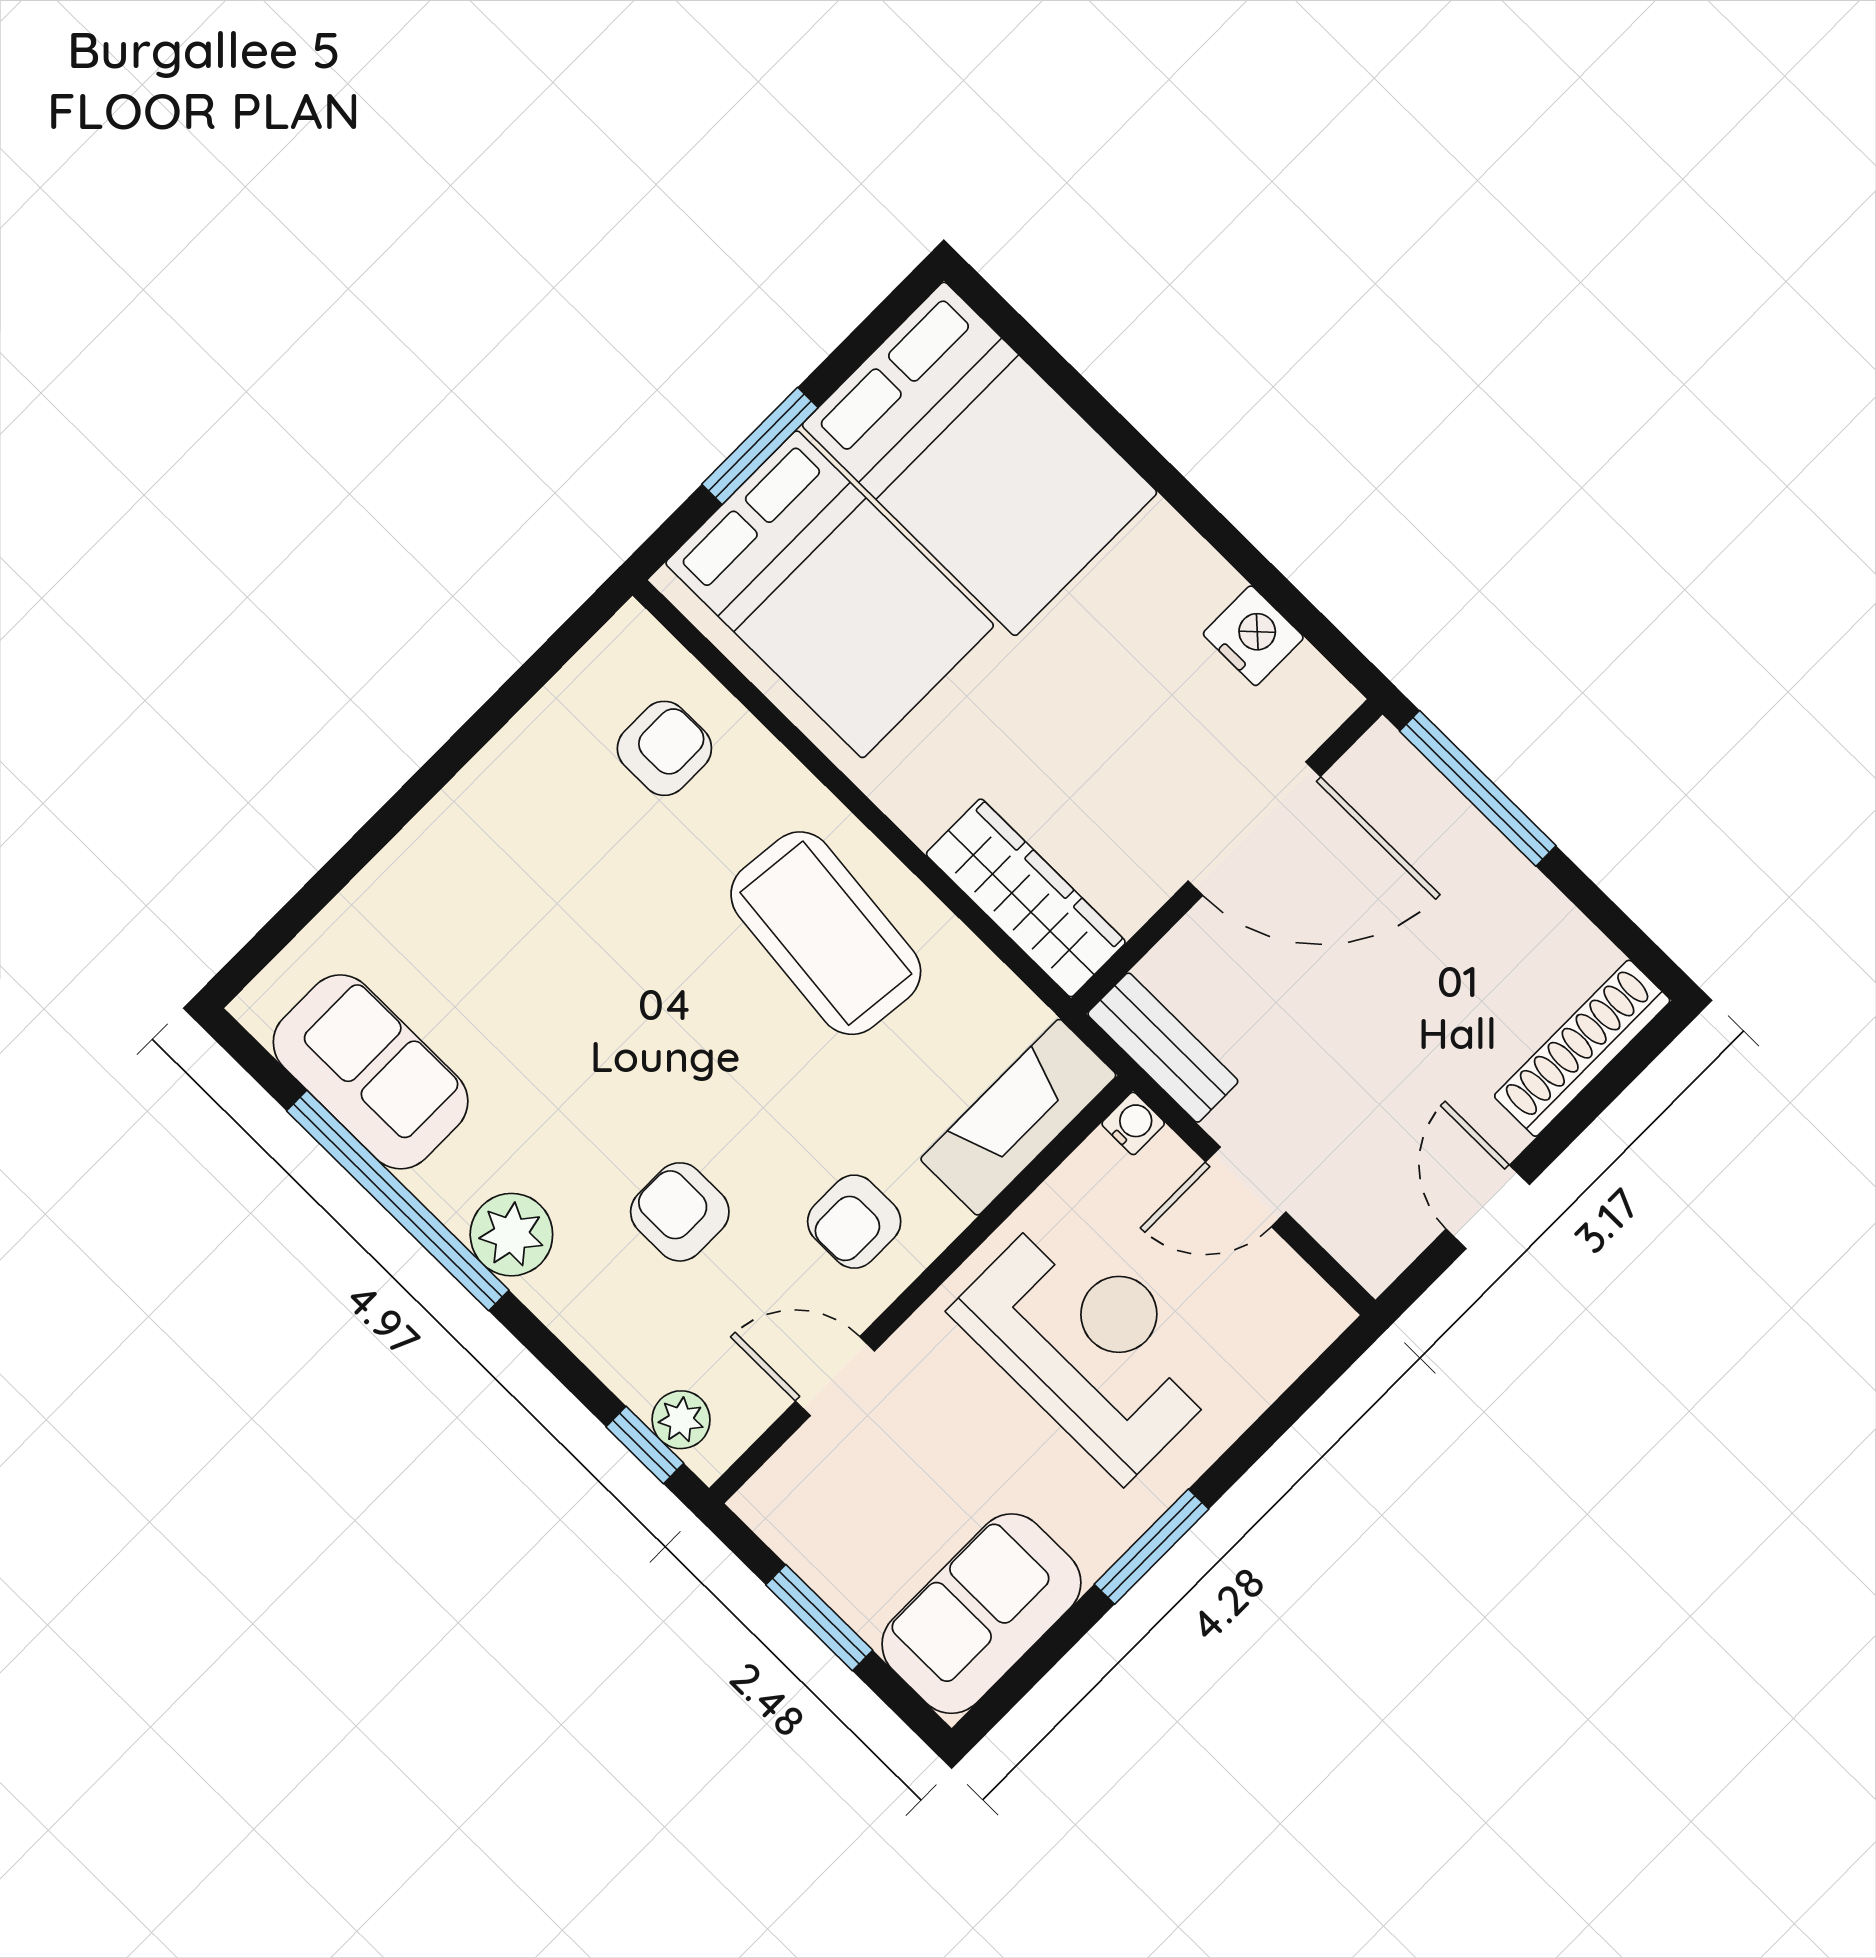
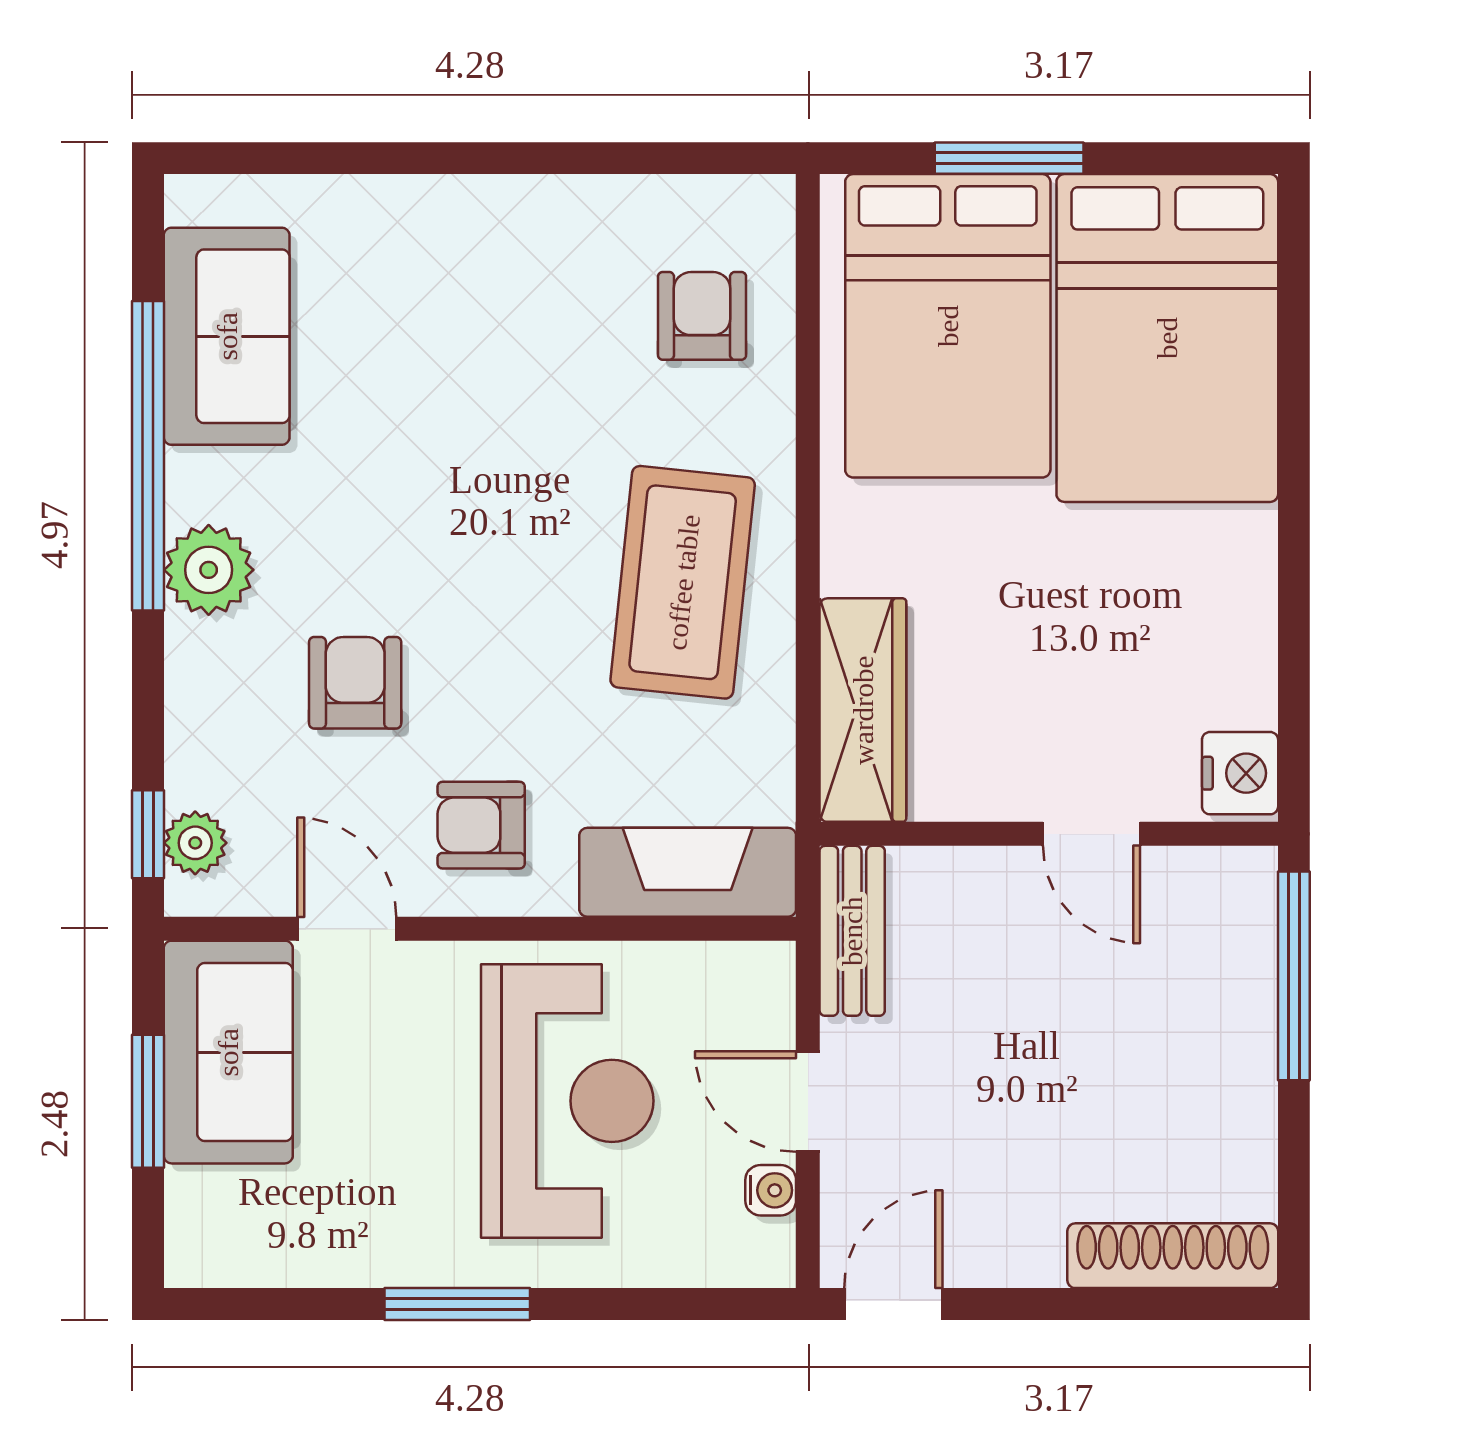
nightstand: (1253, 636) -> (1240, 773), moved
armchair: (664, 748) -> (702, 316), turned -90
door: (1254, 829) -> (1091, 834), width x0.53
water cooler: (1133, 1123) -> (771, 1190), moved
door: (1488, 1207) -> (893, 1304), moved
sofa: (981, 1614) -> (228, 1052), moved, turned 90

